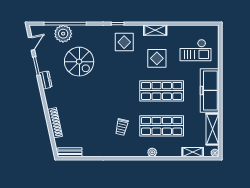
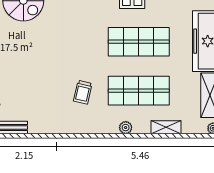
shelving: (193, 152) -> (166, 127), moved

